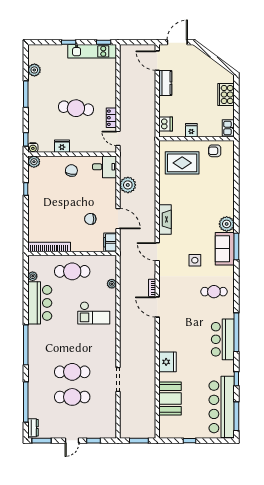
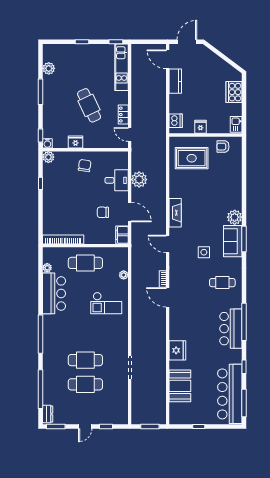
kitchen unit: (92, 51) -> (121, 67), moved, turned 90
cafe table: (76, 108) -> (89, 105), turned 58
desk: (105, 167) -> (117, 180), moved

